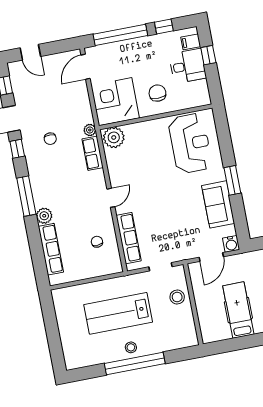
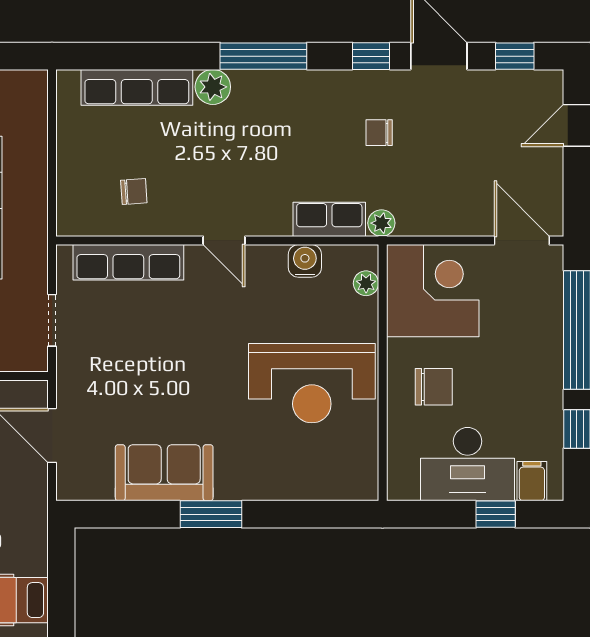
desk: (188, 66) -> (468, 464), width x1.37
plant: (114, 137) -> (366, 283), width x0.53, depth x0.53
reception desk: (190, 143) -> (312, 383), moved
water cooler: (231, 244) -> (305, 261), moved, turned 90

